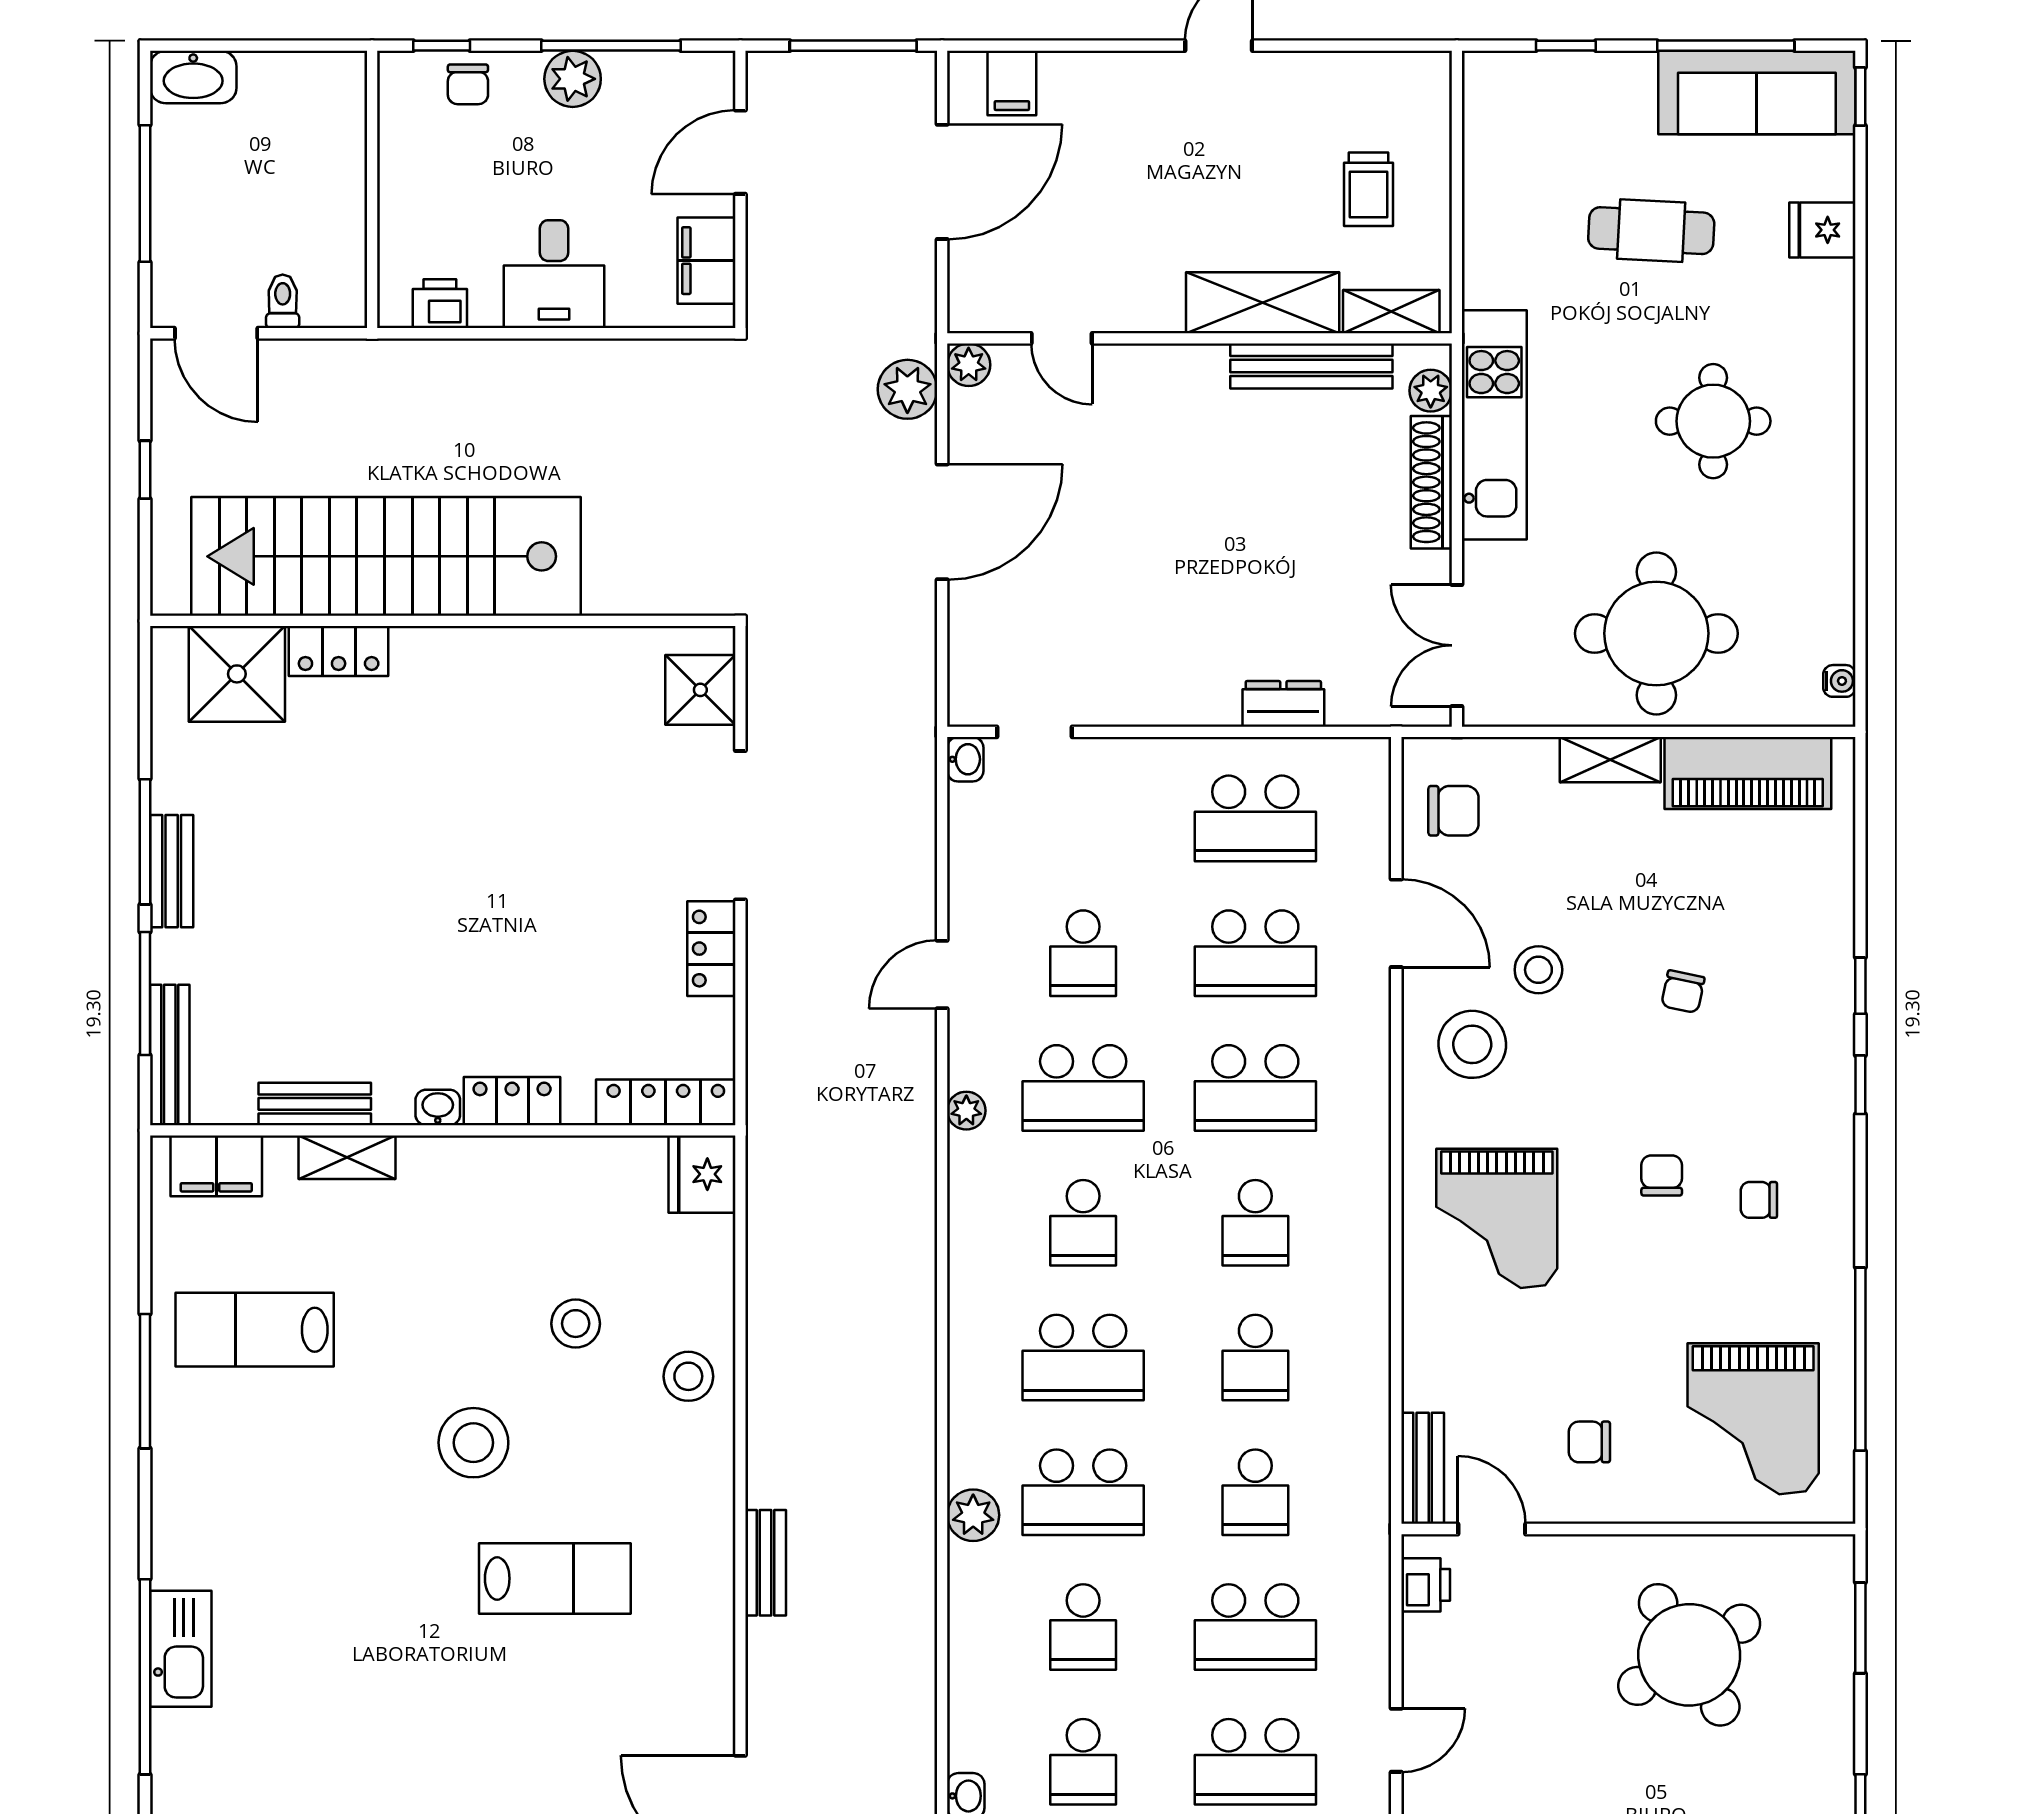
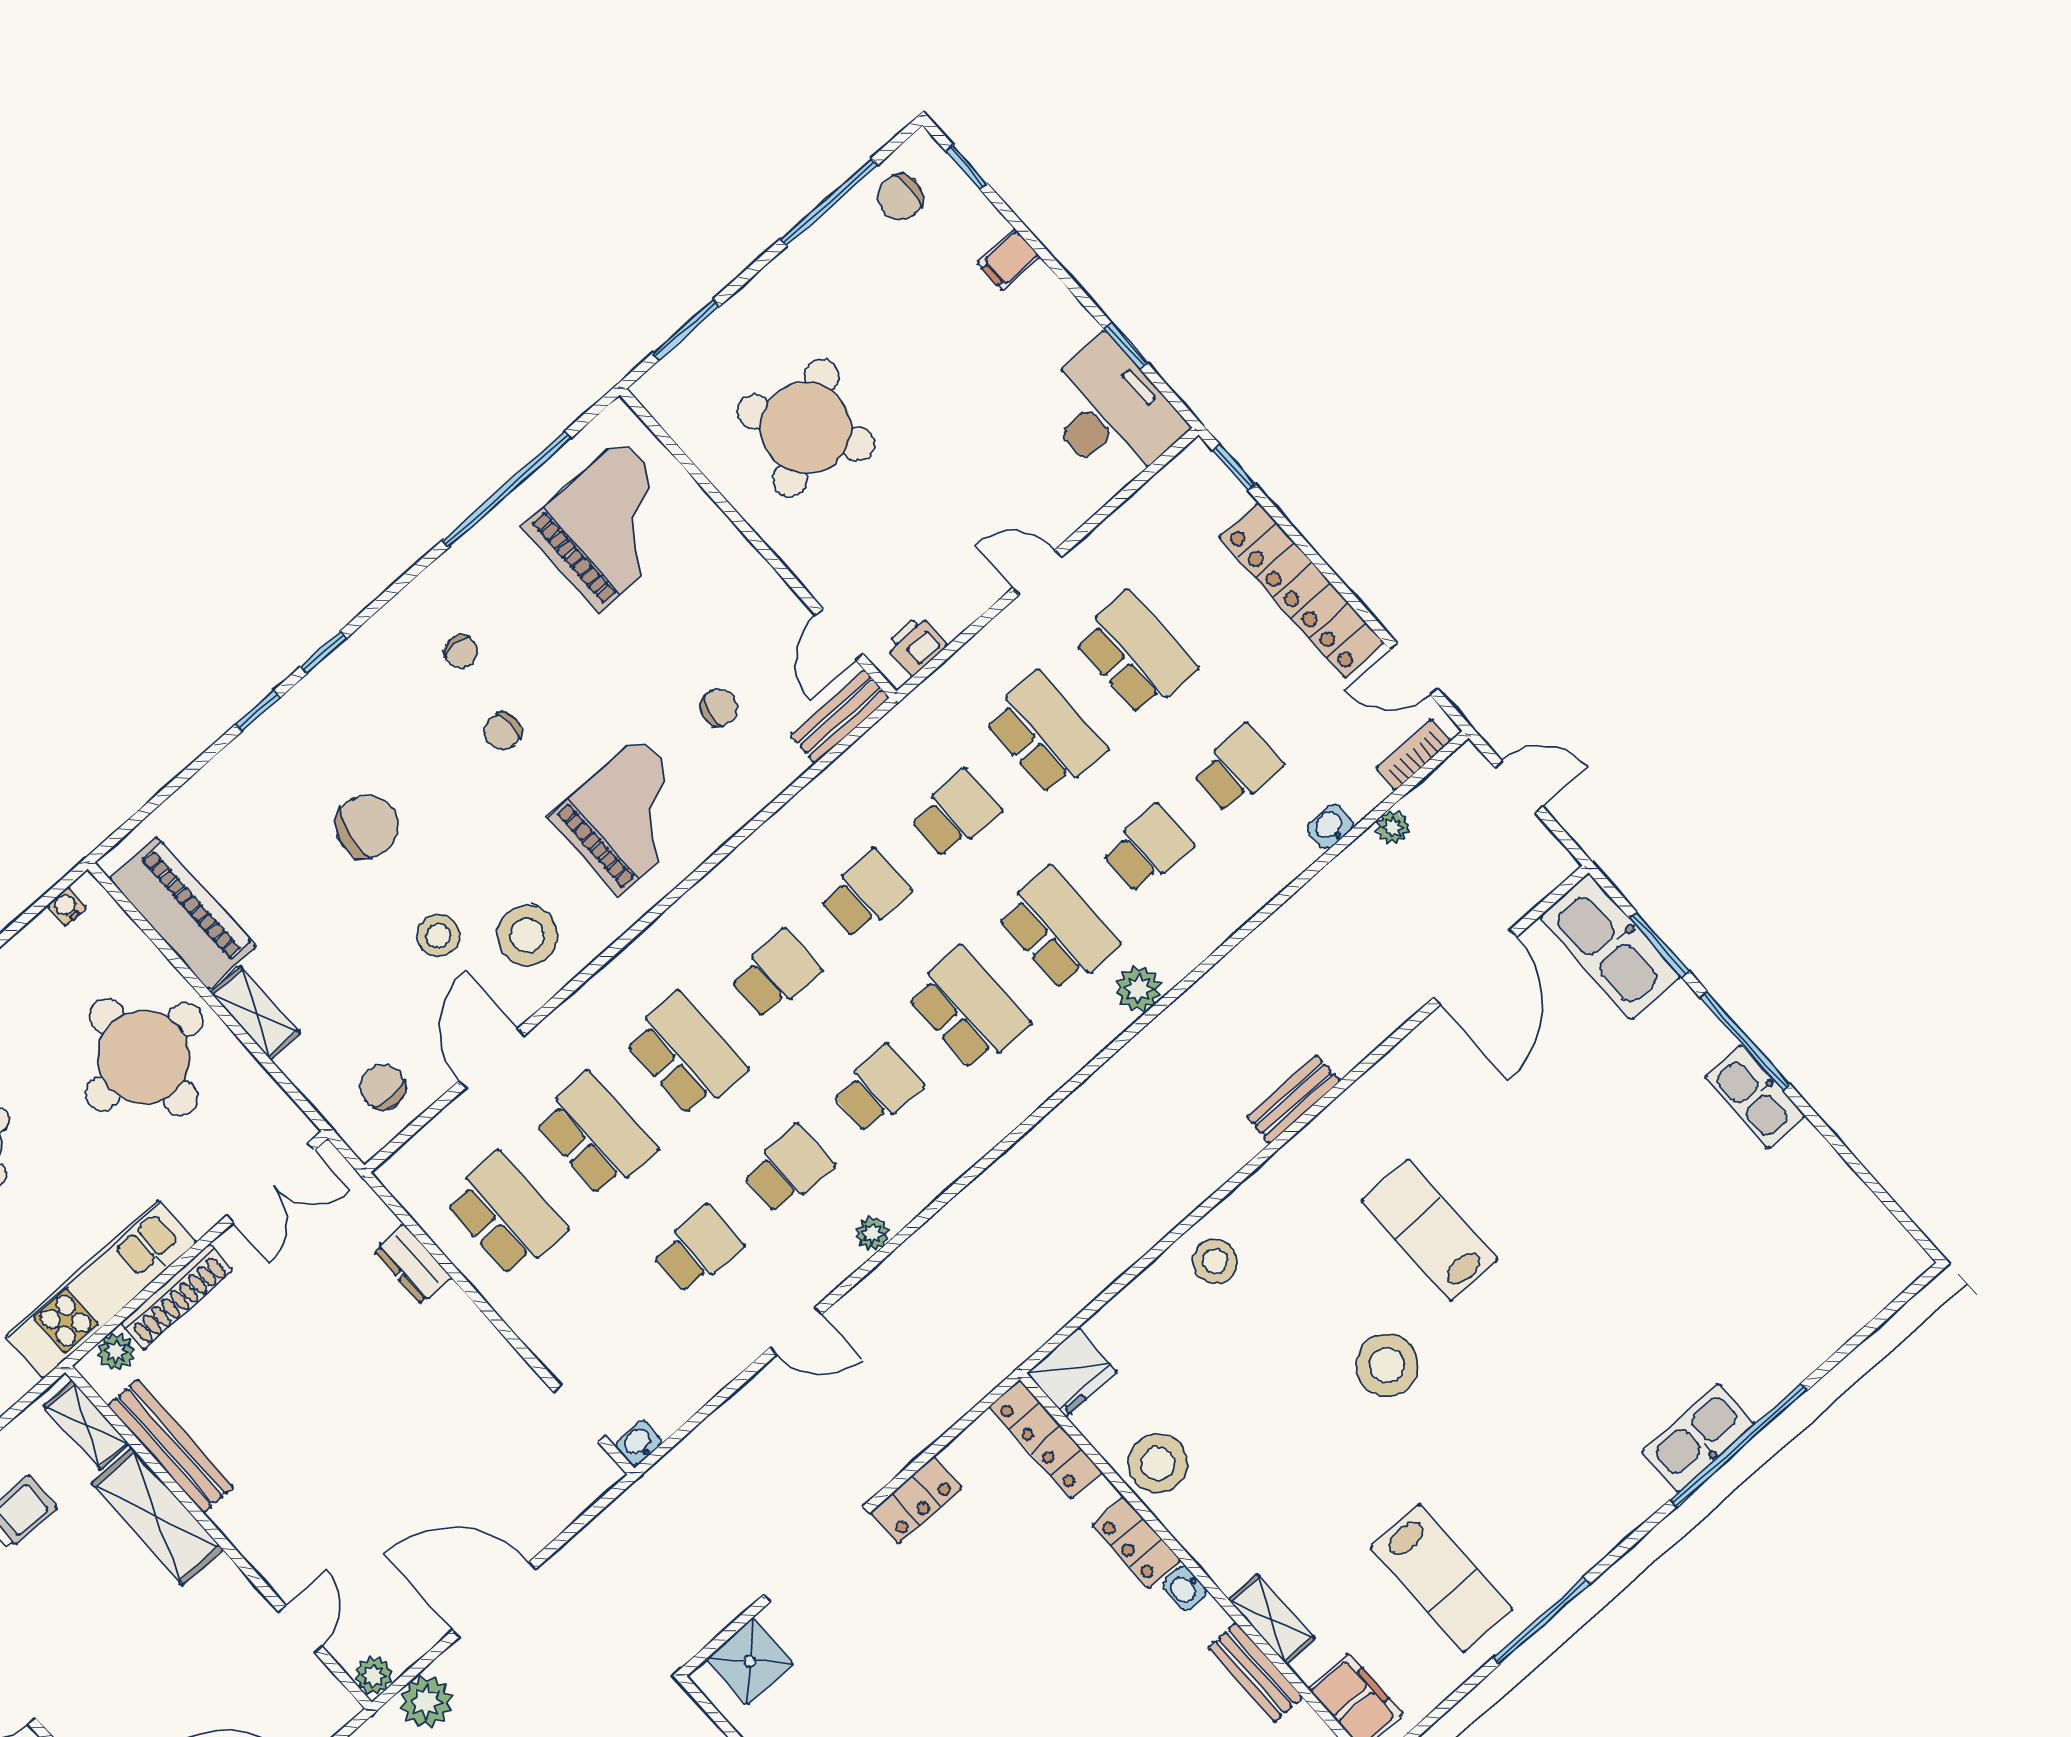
chair: (1683, 992) -> (367, 826), width x1.87, depth x1.87
school desk: (1083, 1088) -> (788, 1169), width x0.54
stool: (576, 1324) -> (1158, 1463), moved, width x1.38, depth x1.38
chair: (1589, 1442) -> (719, 707), moved, turned -77

